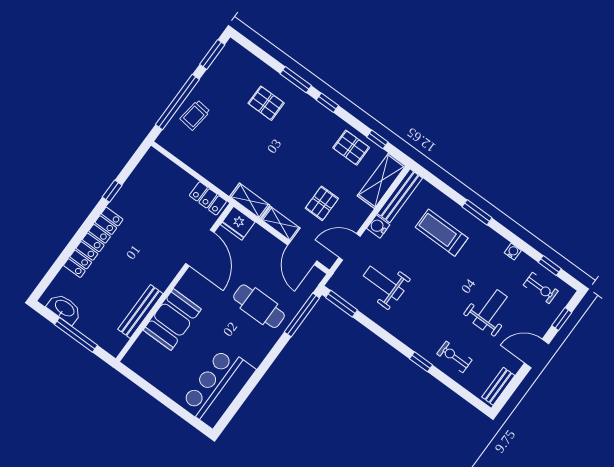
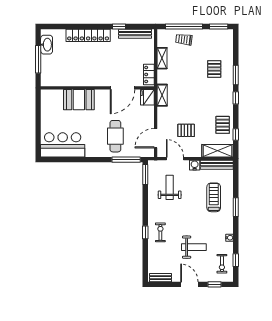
shelving: (281, 224) -> (162, 58), moved
bench: (140, 311) -> (135, 34), moved
exercise bike: (454, 357) -> (160, 232), moved

